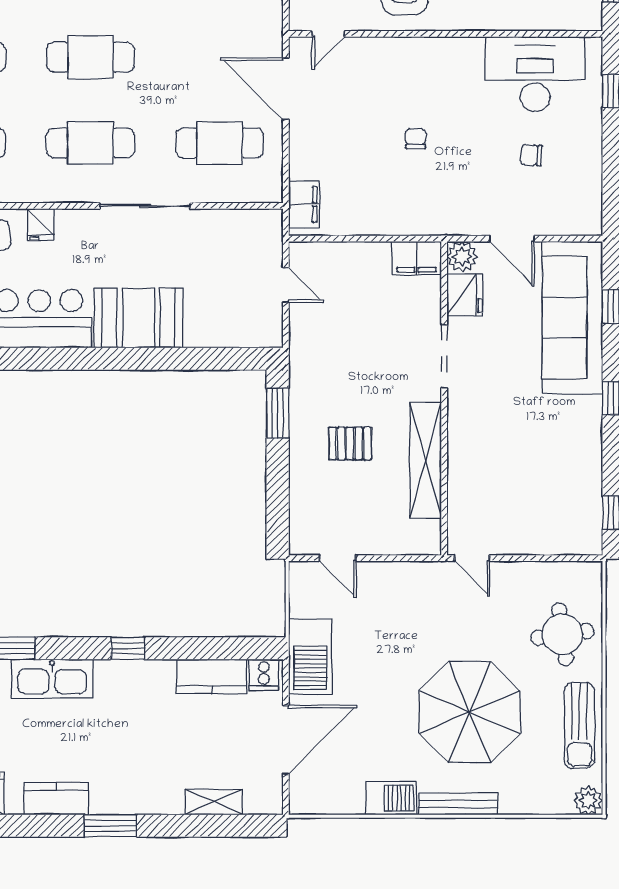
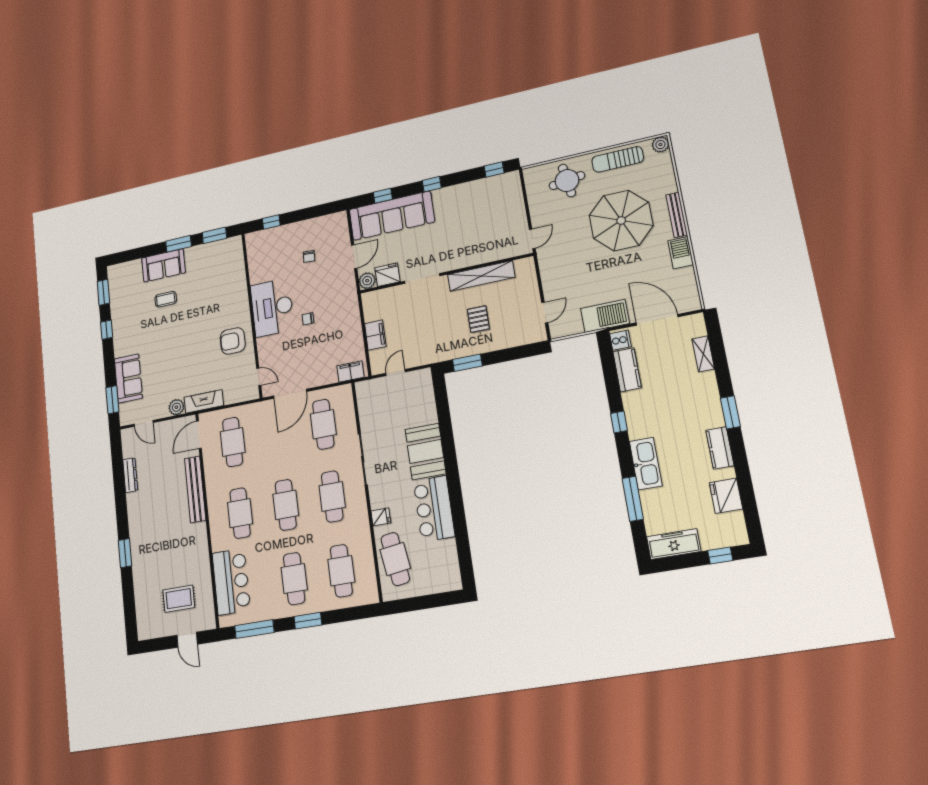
desk: (535, 74) -> (272, 308), moved
filing cabinet: (416, 258) -> (375, 335), moved
sun lounger: (579, 725) -> (618, 159), turned 180

